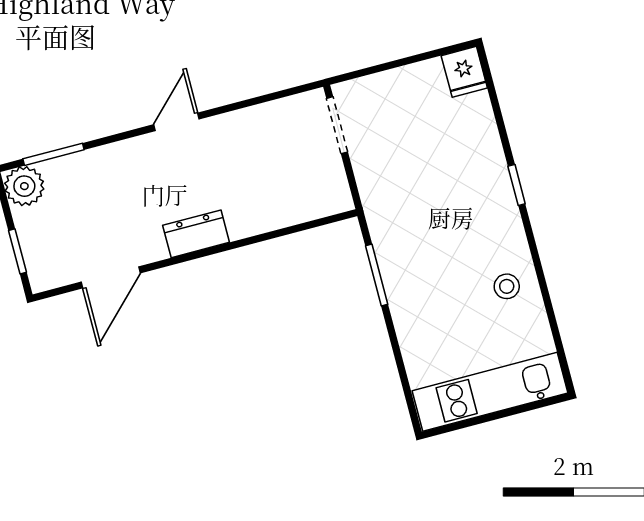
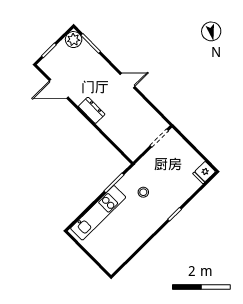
stool: (507, 286) -> (143, 192), moved
kitchen unit: (490, 392) -> (98, 213), moved, turned 90

